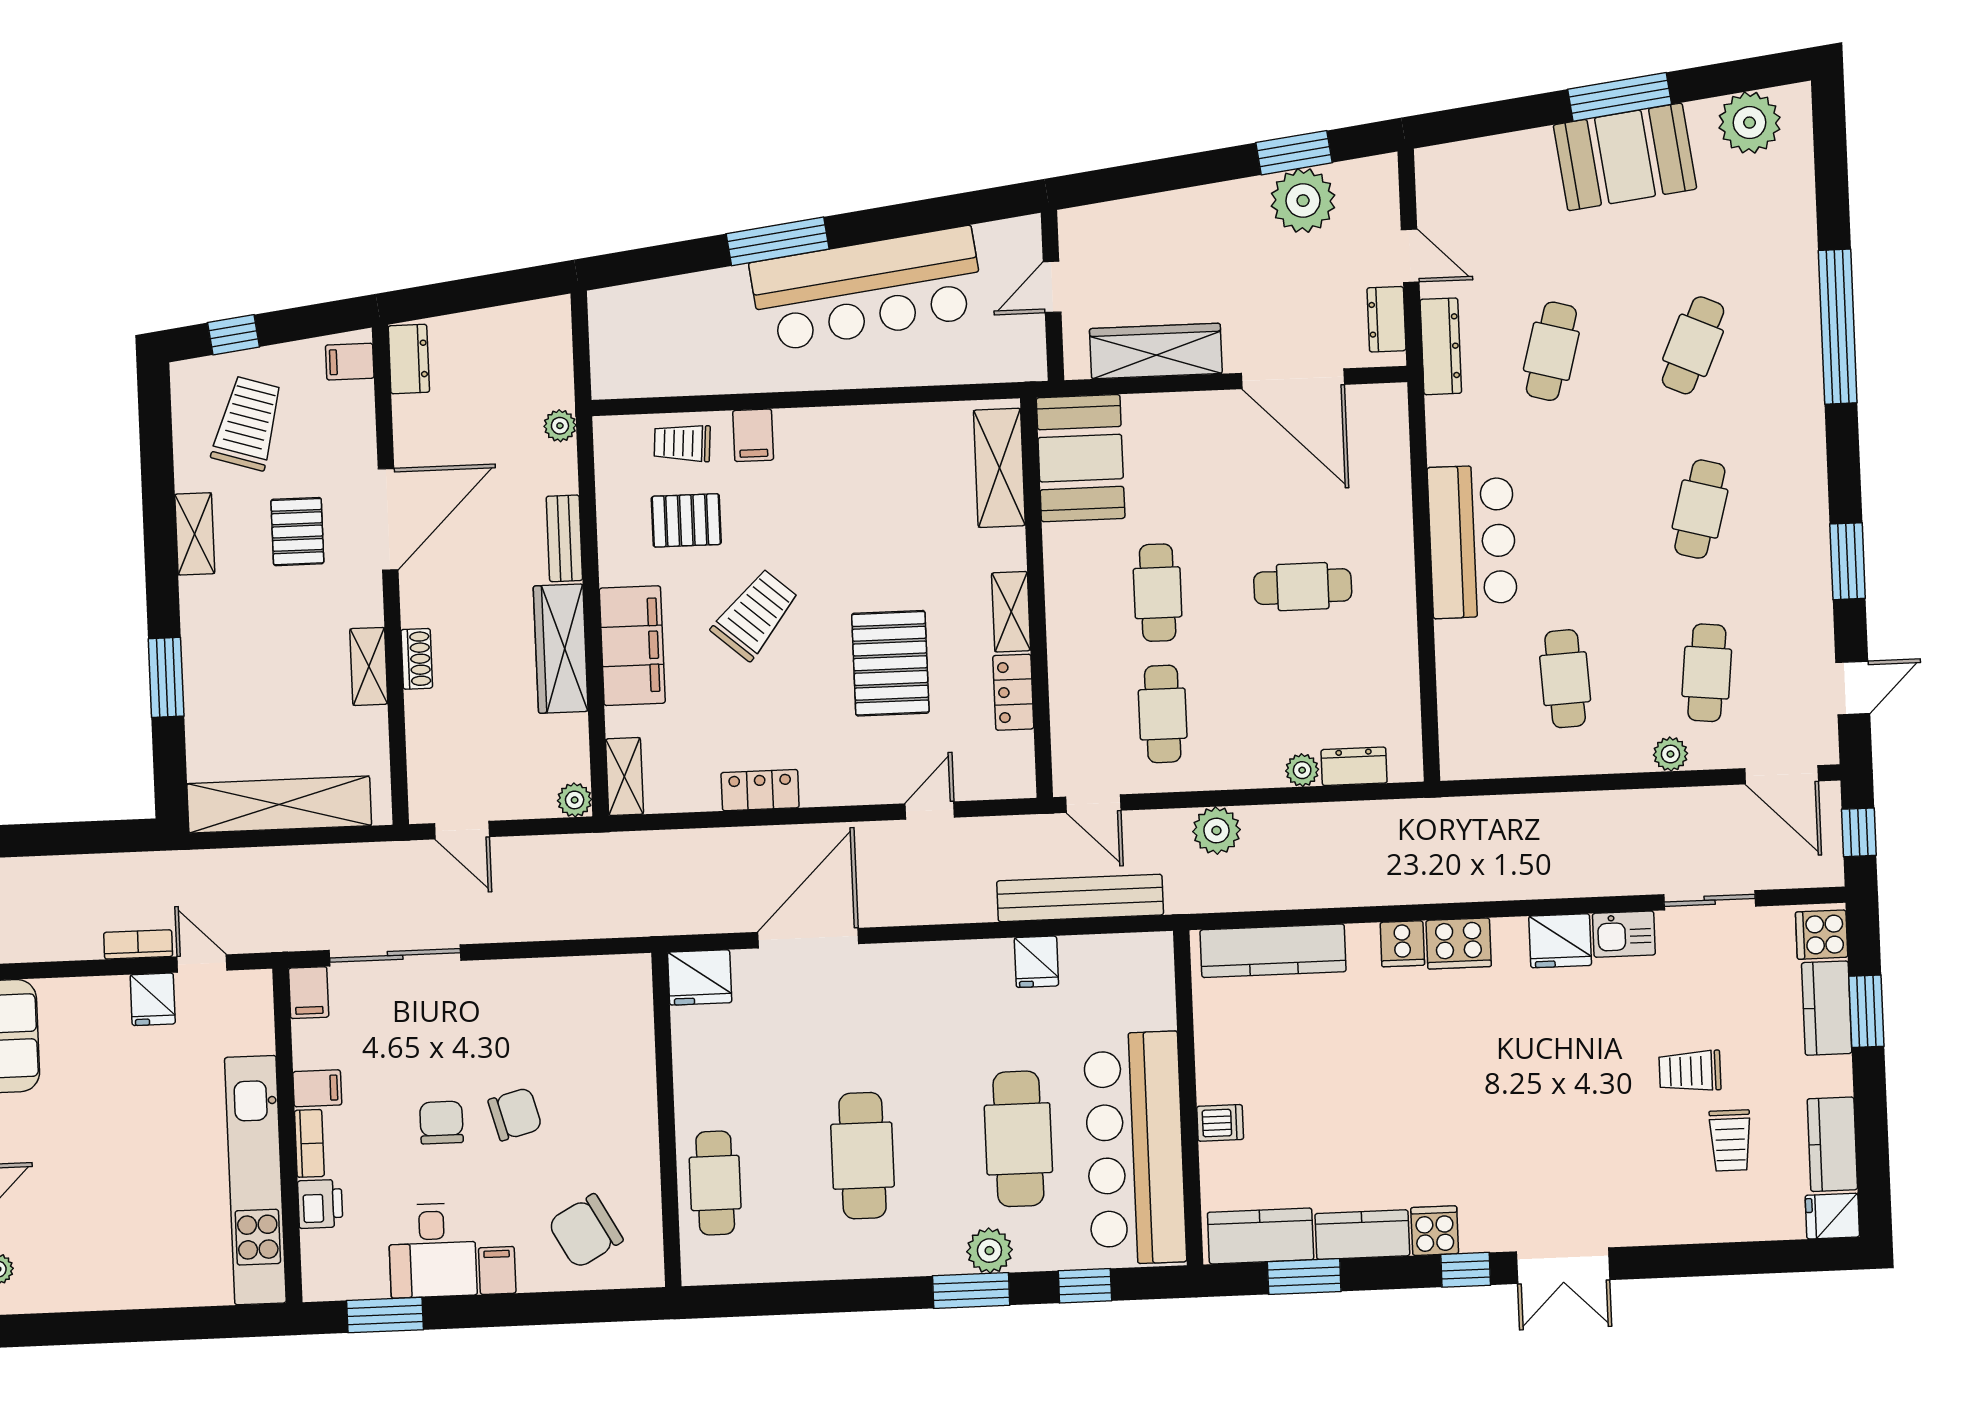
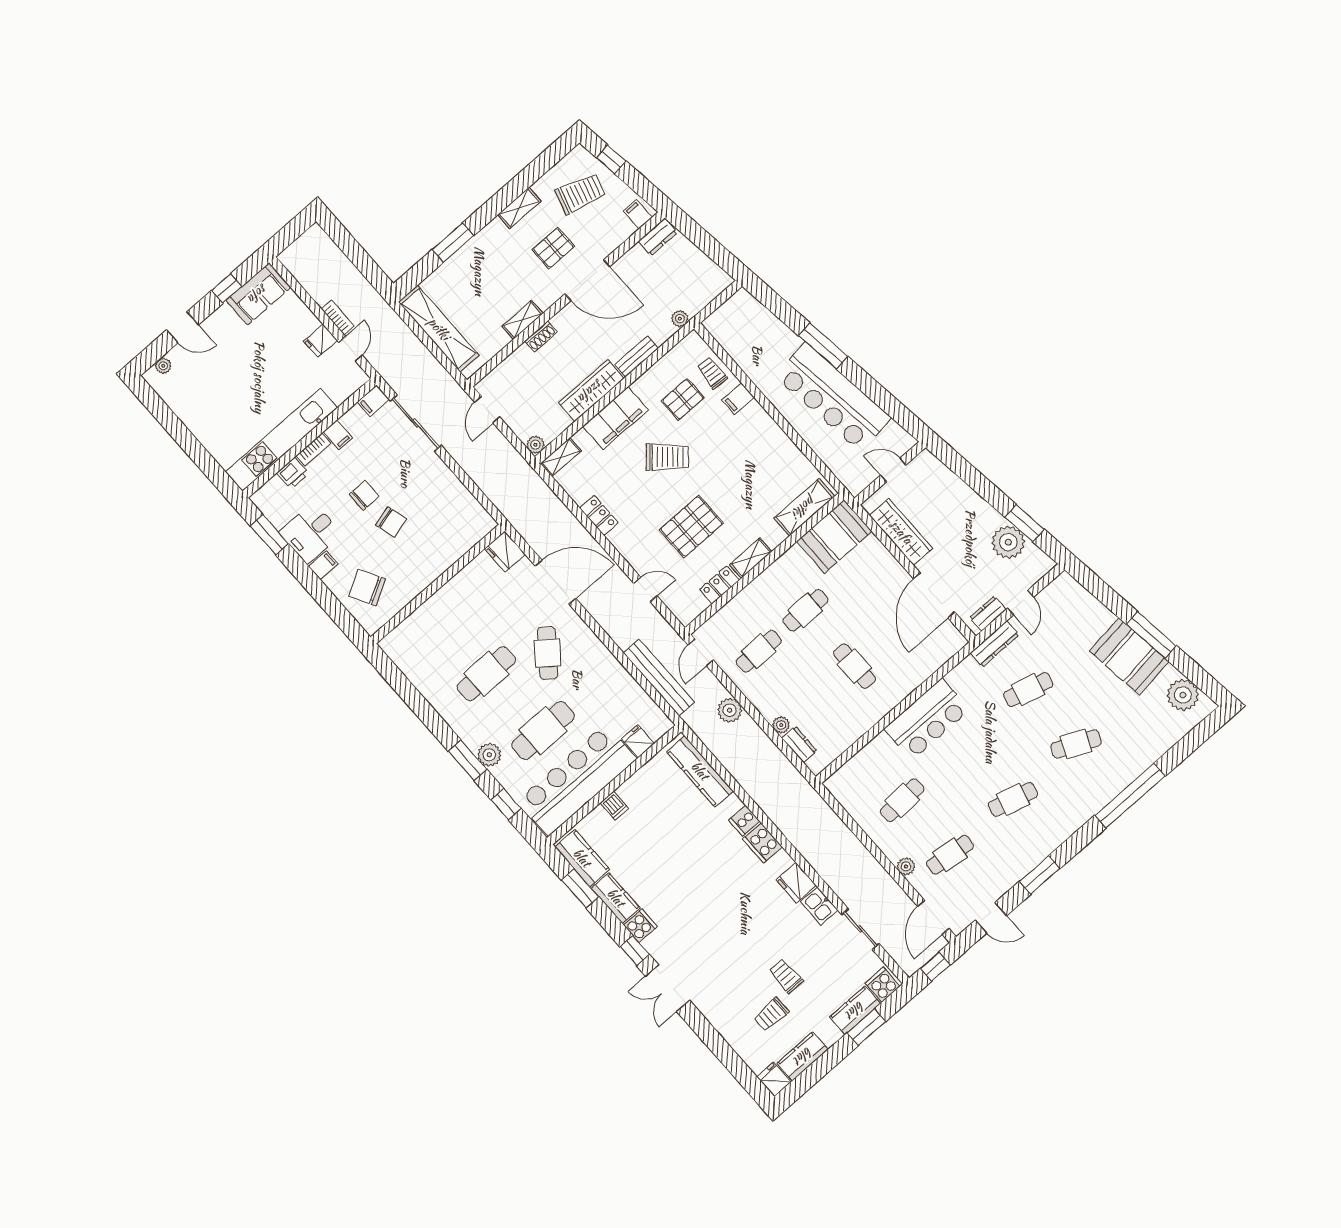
pallet: (686, 520) -> (683, 399), turned 90
fridge: (1036, 962) -> (638, 741), moved, turned 90
cafe table: (715, 1183) -> (548, 653), moved, turned -52

